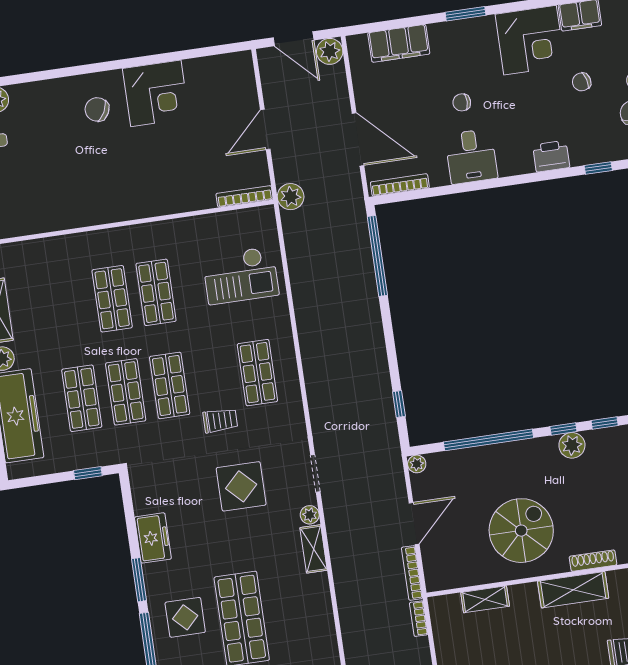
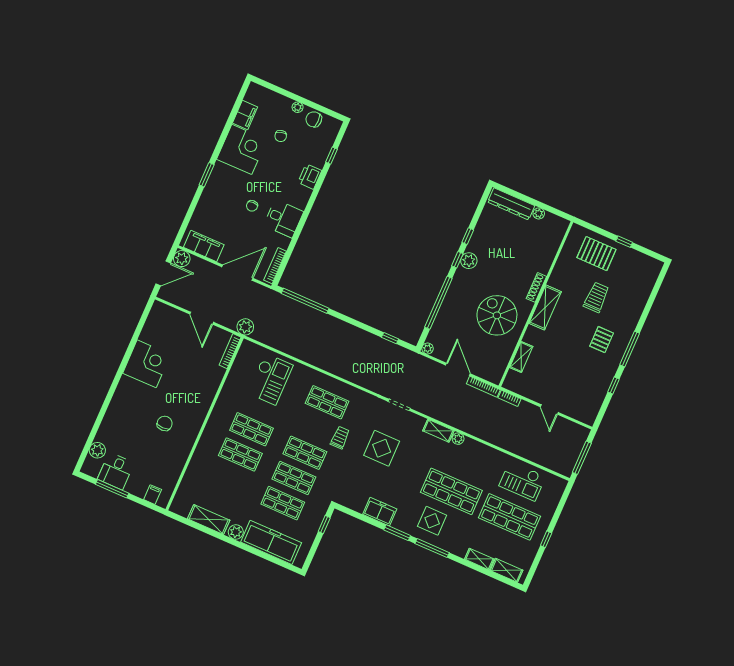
filing cabinet: (399, 43) -> (204, 246), moved, turned -90
chair: (97, 109) -> (165, 423), moved, turned 153
plant: (310, 515) -> (458, 439), moved

